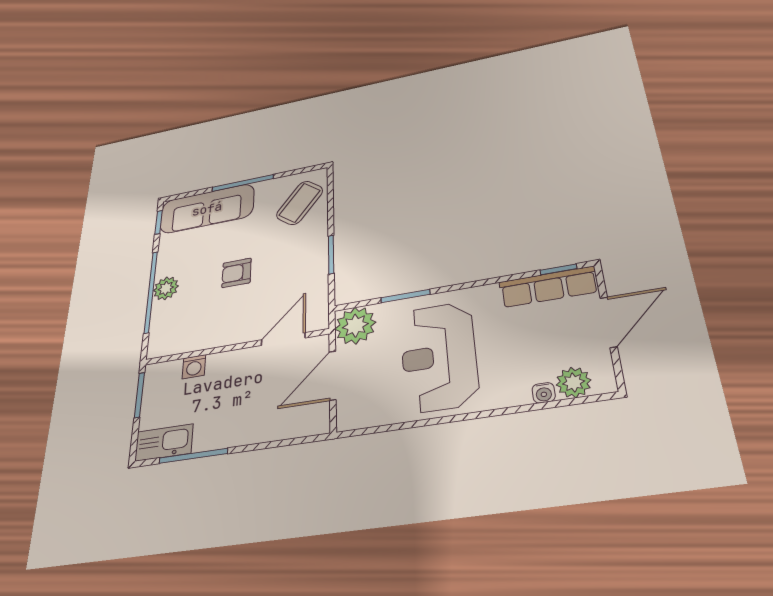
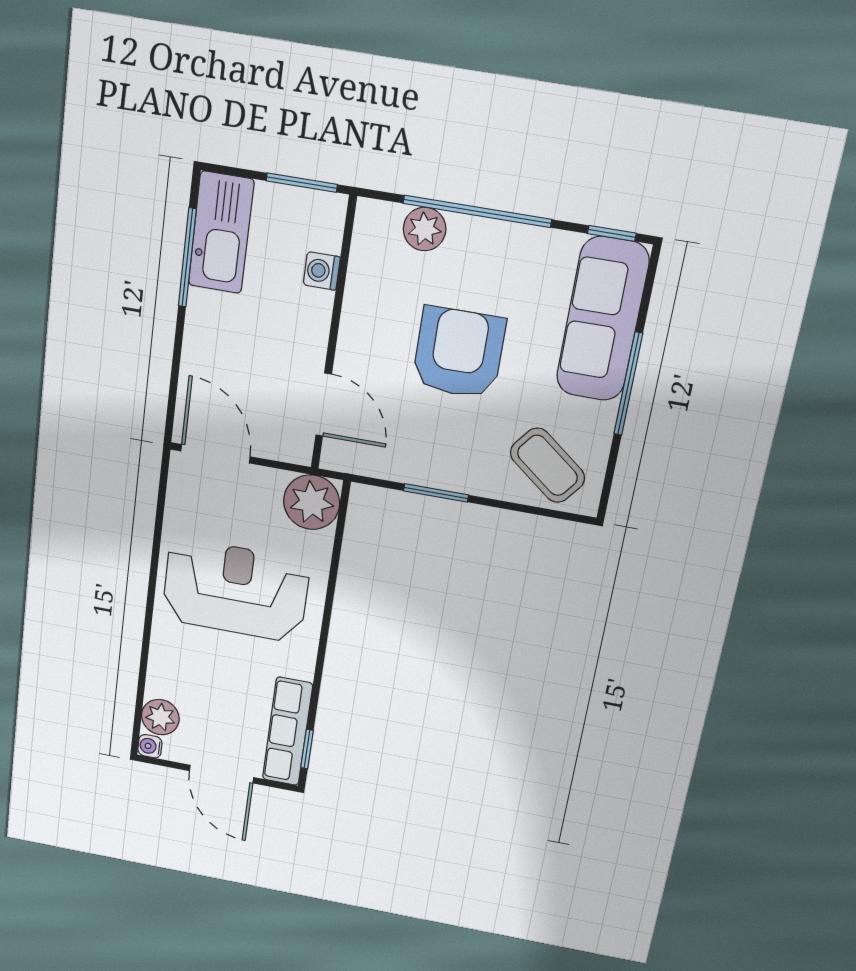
armchair: (237, 273) -> (459, 353), width x1.88, depth x1.88
plant: (166, 288) -> (425, 229), moved
window: (405, 296) -> (333, 573), removed
door: (333, 375) -> (215, 454), moved
water cooler: (544, 393) -> (150, 746), moved
kitchen sink: (164, 442) -> (221, 233), width x1.36, depth x1.24

